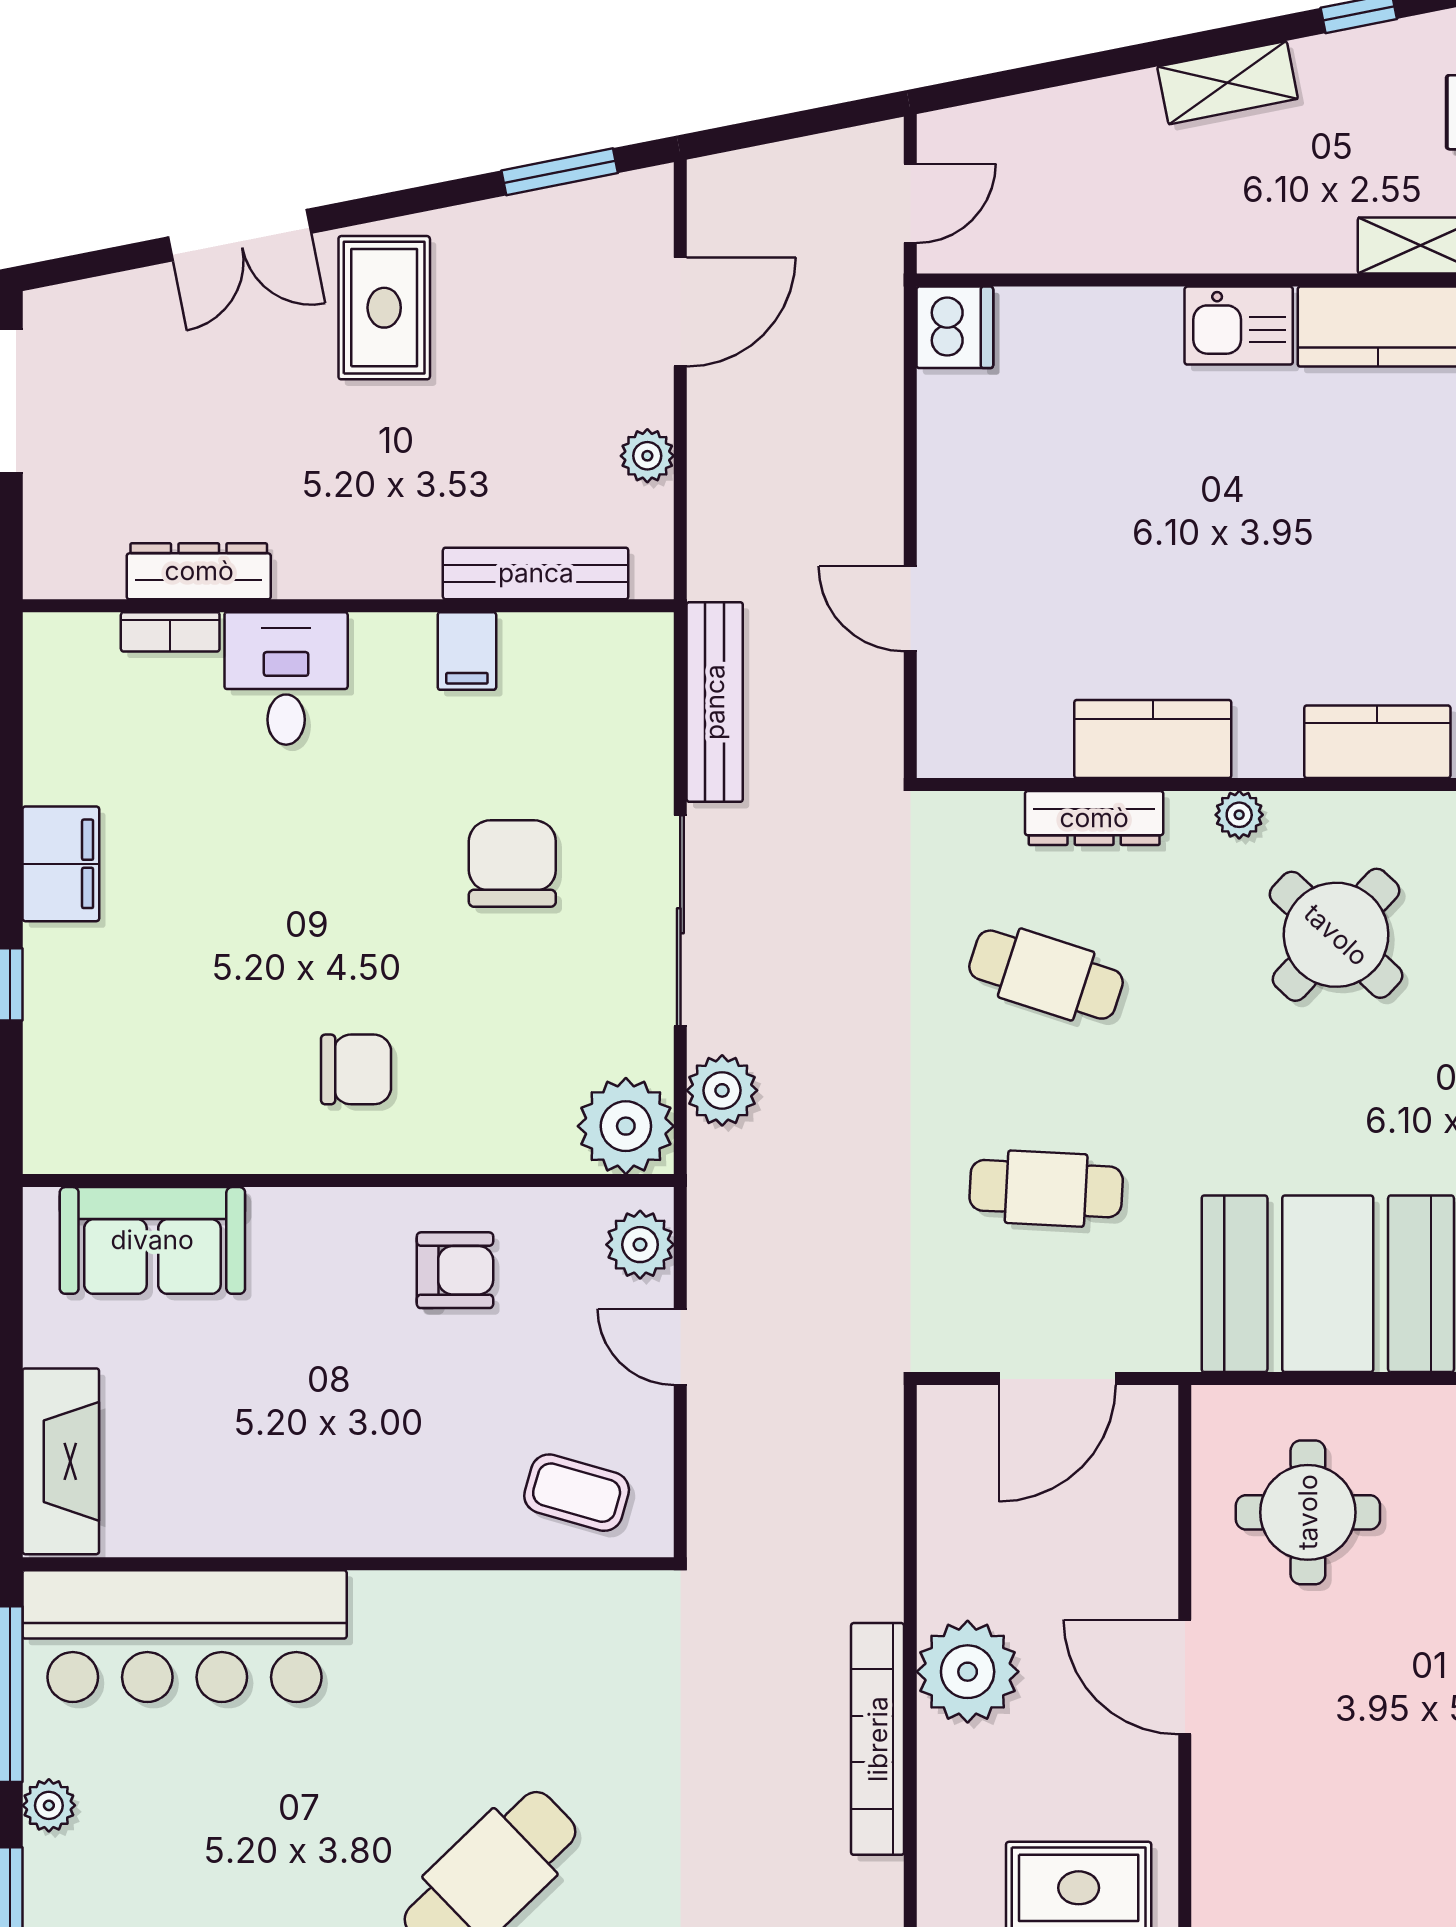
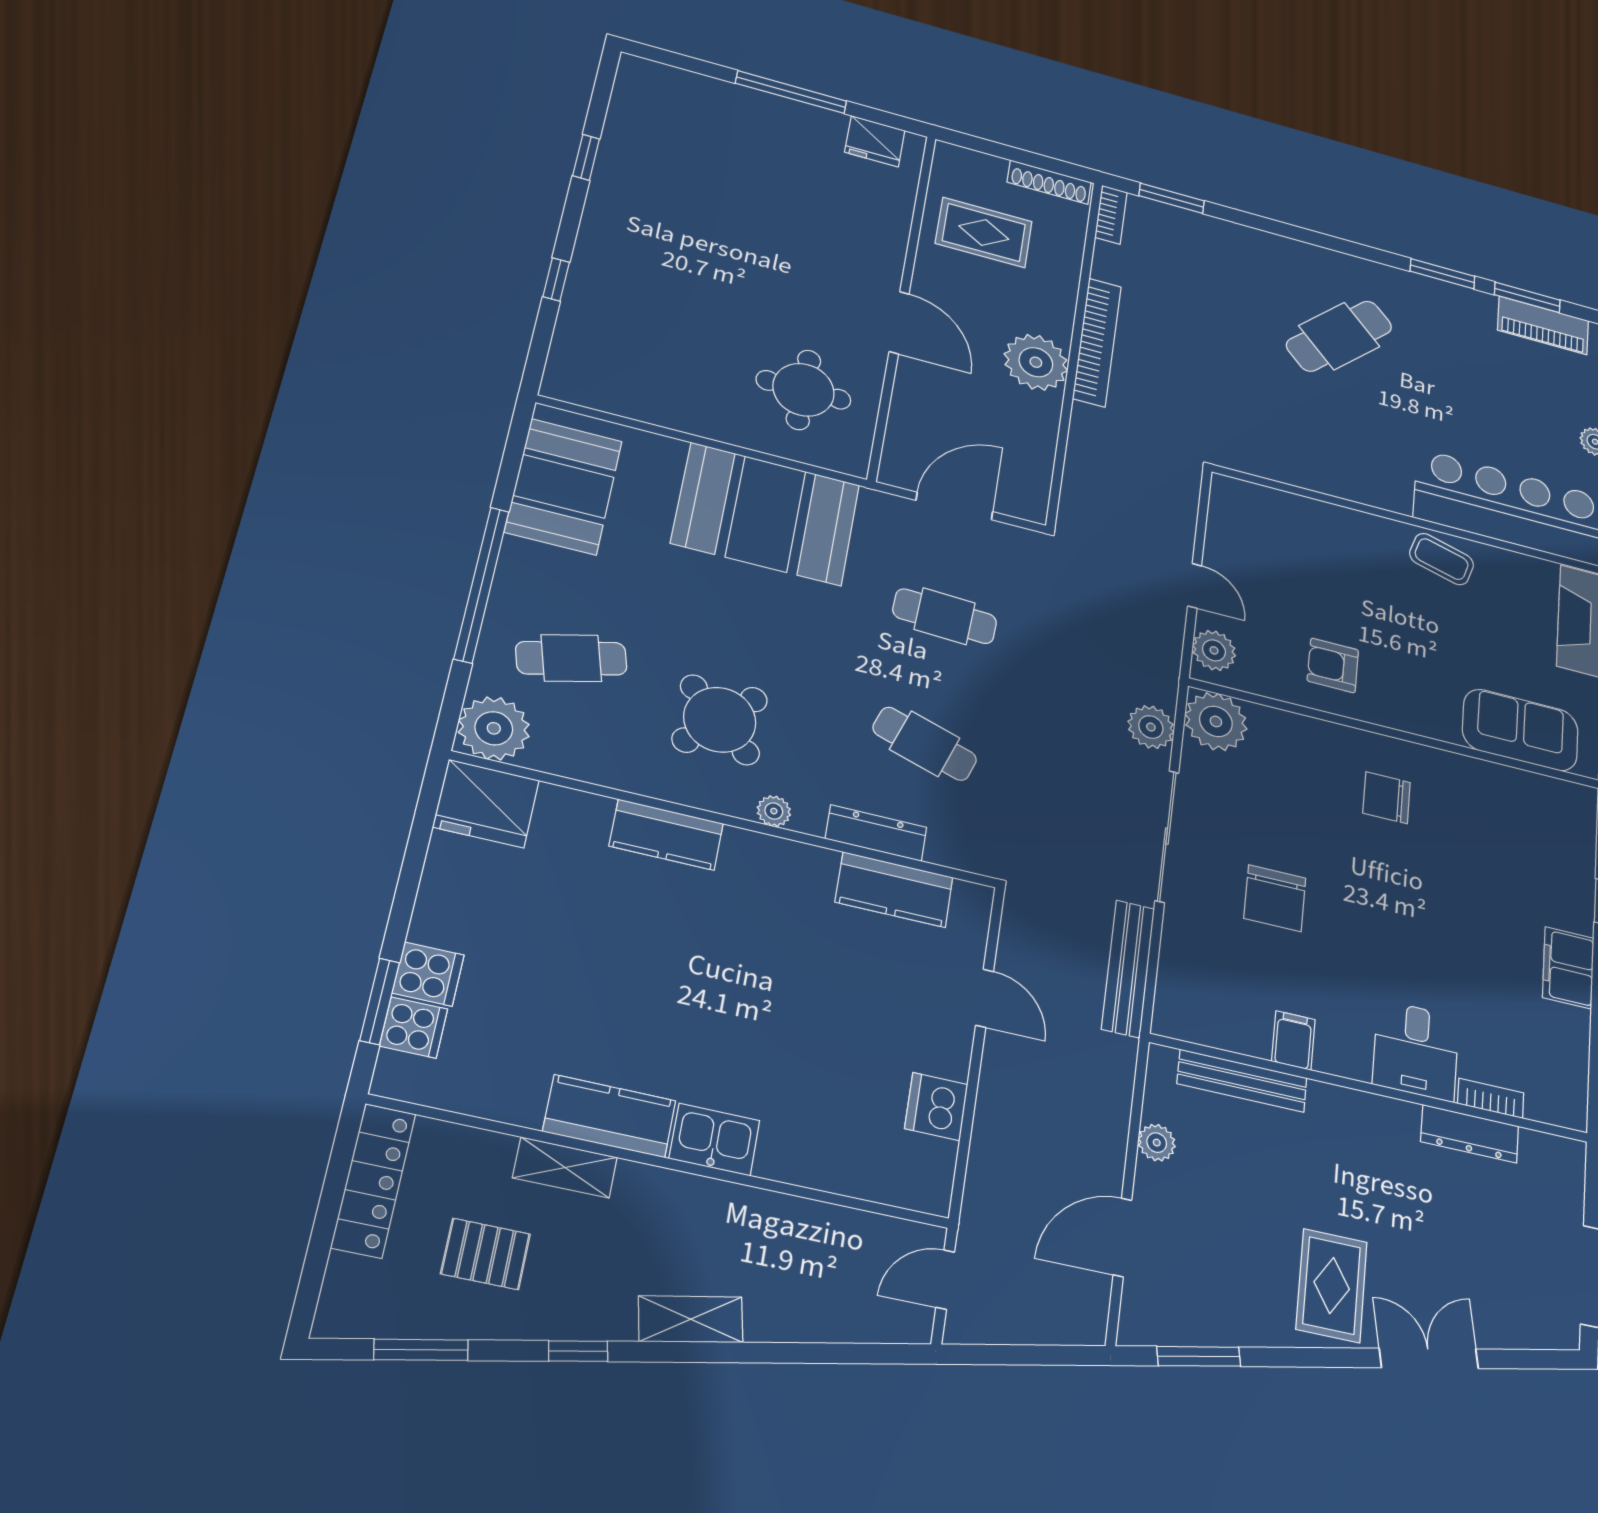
dishwasher: (955, 327) -> (936, 1106), moved
kitchen counter: (1153, 739) -> (894, 890), moved
coffee table: (577, 1493) -> (1442, 559), moved

